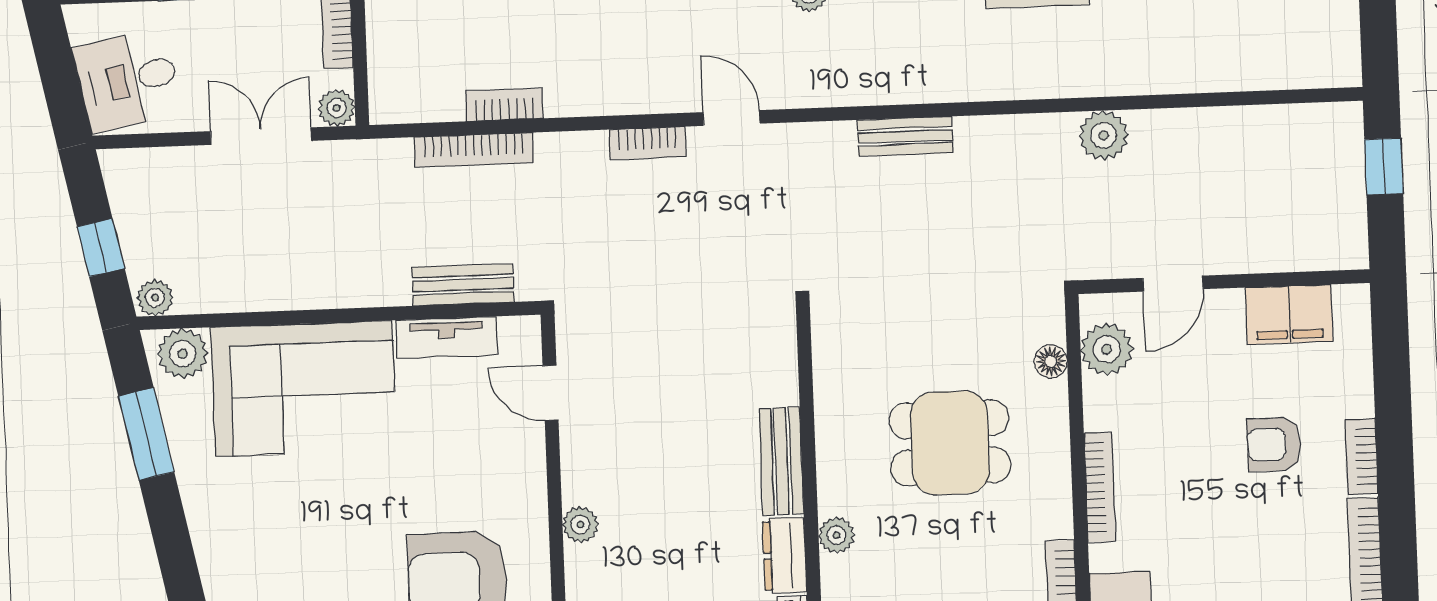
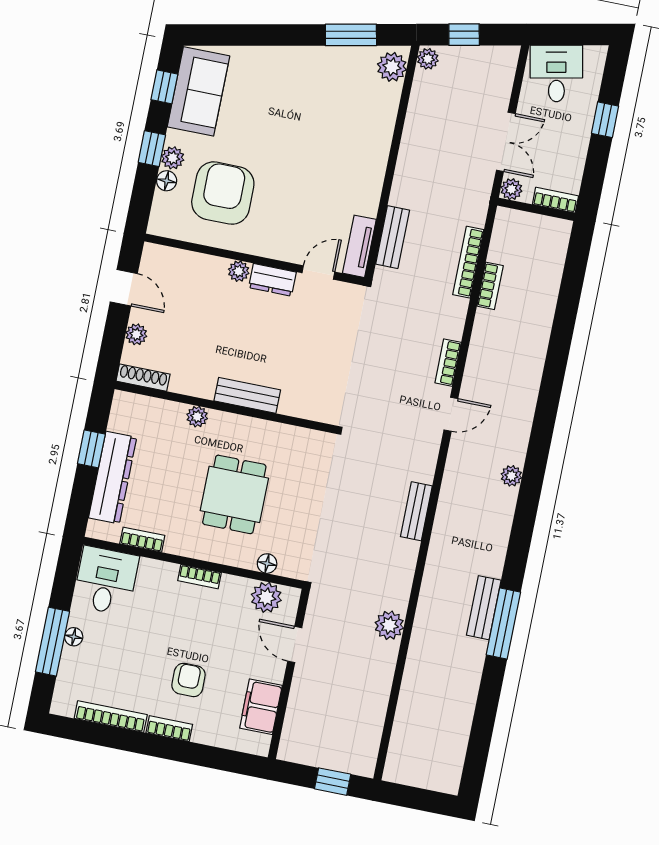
tv unit: (447, 338) -> (359, 246), moved
corner sofa: (304, 389) -> (355, 131), removed
bookcase: (1100, 487) -> (200, 577), width x0.64
dresser: (785, 555) -> (272, 280), moved, turned 180

